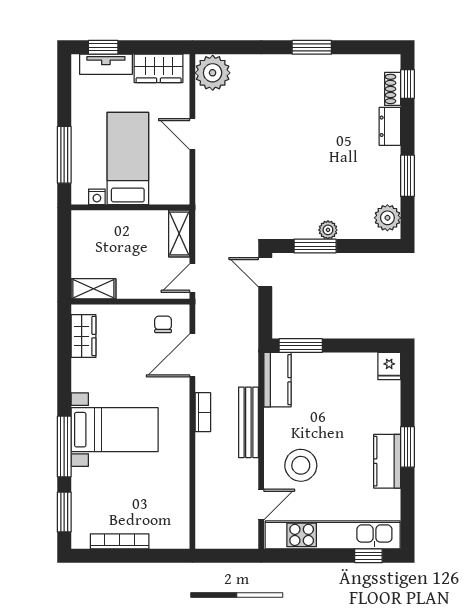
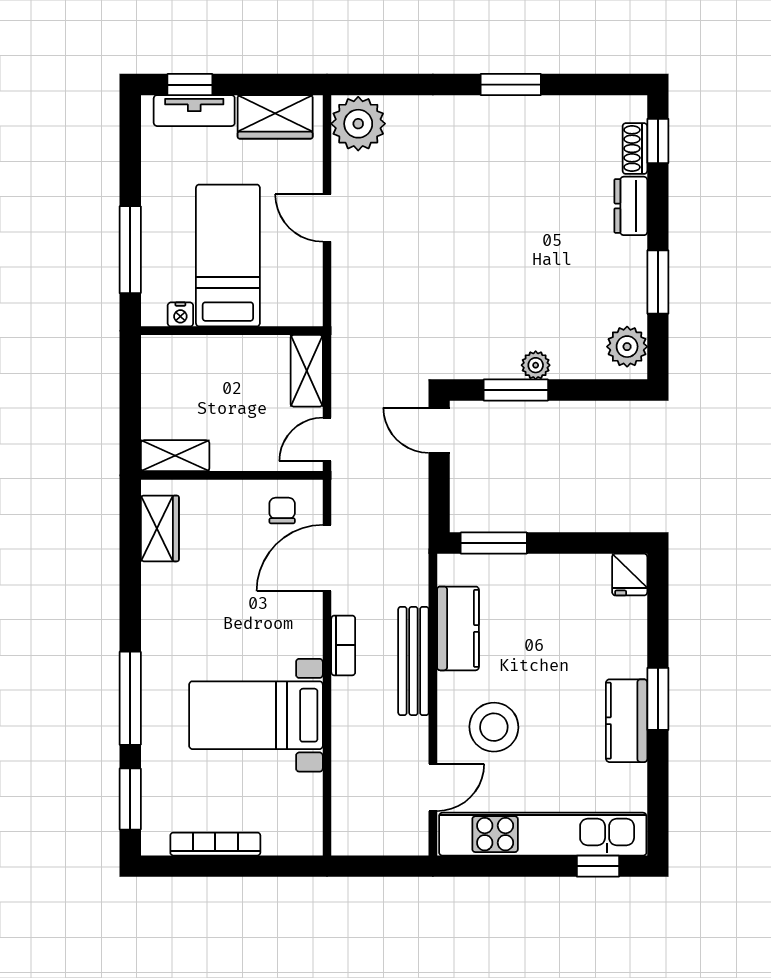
kitchen counter: (277, 380) -> (458, 628), moved
bed with nightstands: (115, 430) -> (256, 715), moved, turned 180

